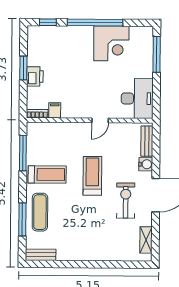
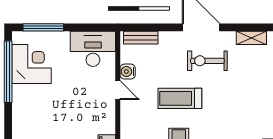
window: (95, 23) -> (8, 72), moved
corner desk: (111, 44) -> (32, 64), moved
water cooler: (146, 164) -> (128, 72), moved, turned -90

